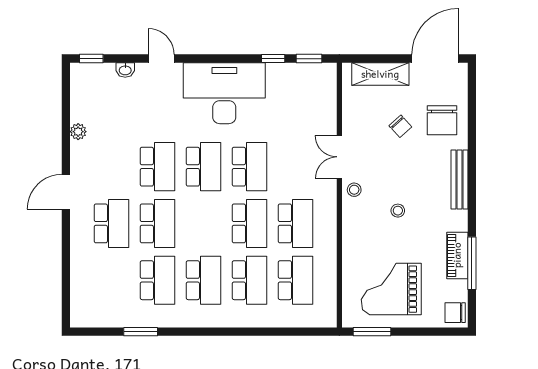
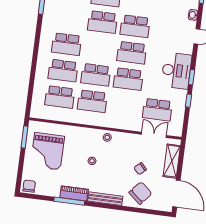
window: (309, 59) -> (192, 77), moved
desk: (224, 93) -> (176, 71), width x0.73, depth x0.77
chair: (442, 120) -> (140, 193), turned 131
double door: (339, 157) -> (154, 135), moved
piano: (457, 255) -> (74, 193), moved
window: (472, 263) -> (69, 201), moved
school desk: (157, 280) -> (157, 110), moved
grand piano: (391, 289) -> (47, 151), turned 180

